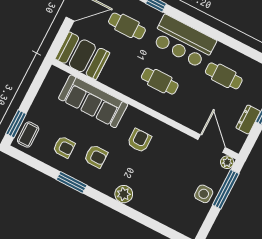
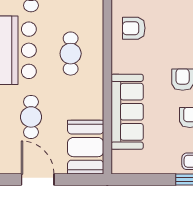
armchair: (139, 141) -> (134, 28), moved

